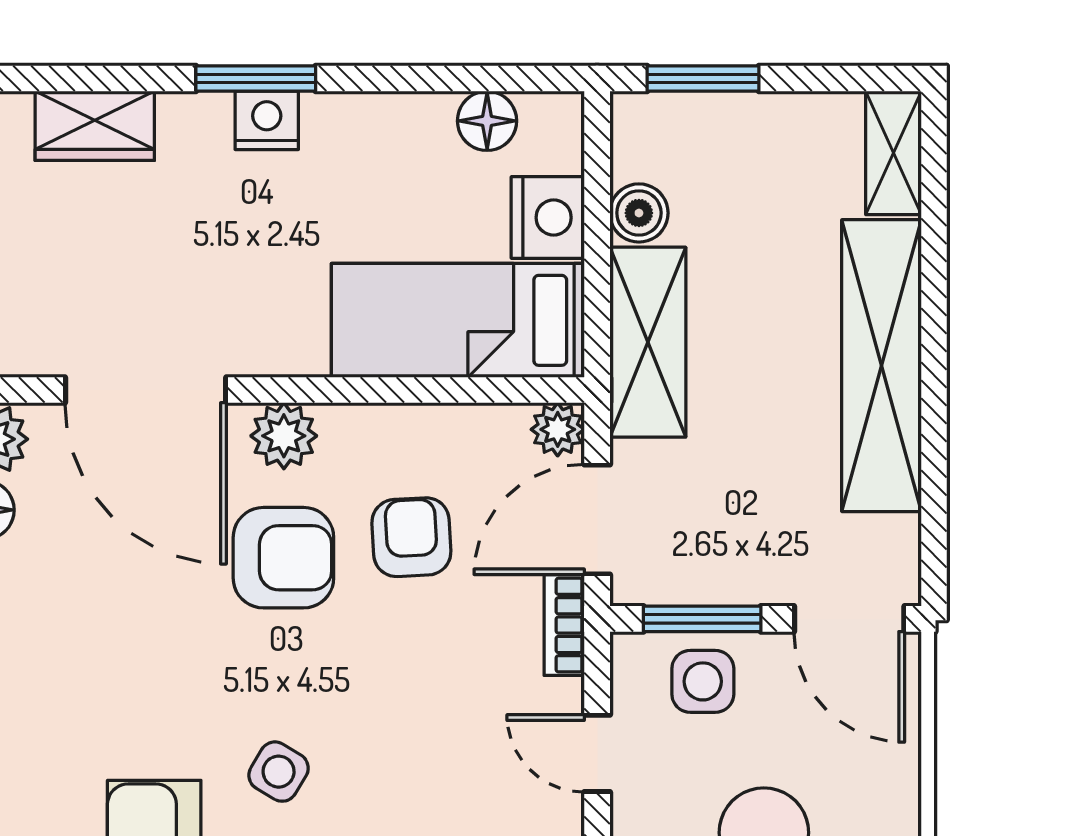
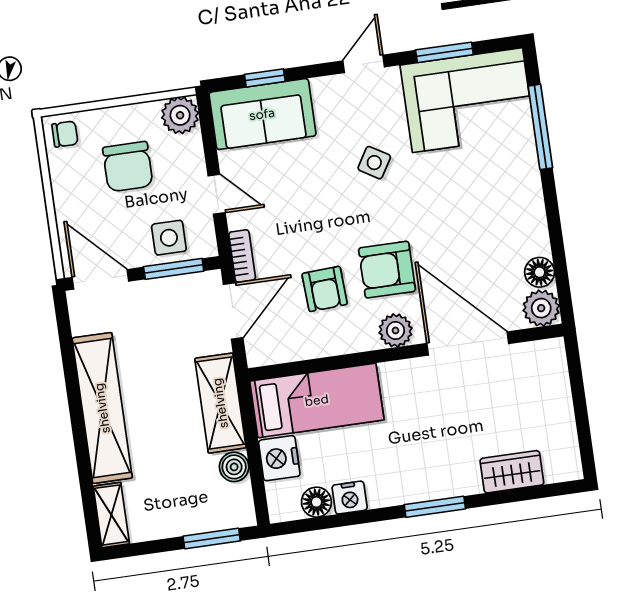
nightstand: (267, 120) -> (350, 498), moved
plant: (558, 429) -> (259, 353), removed

